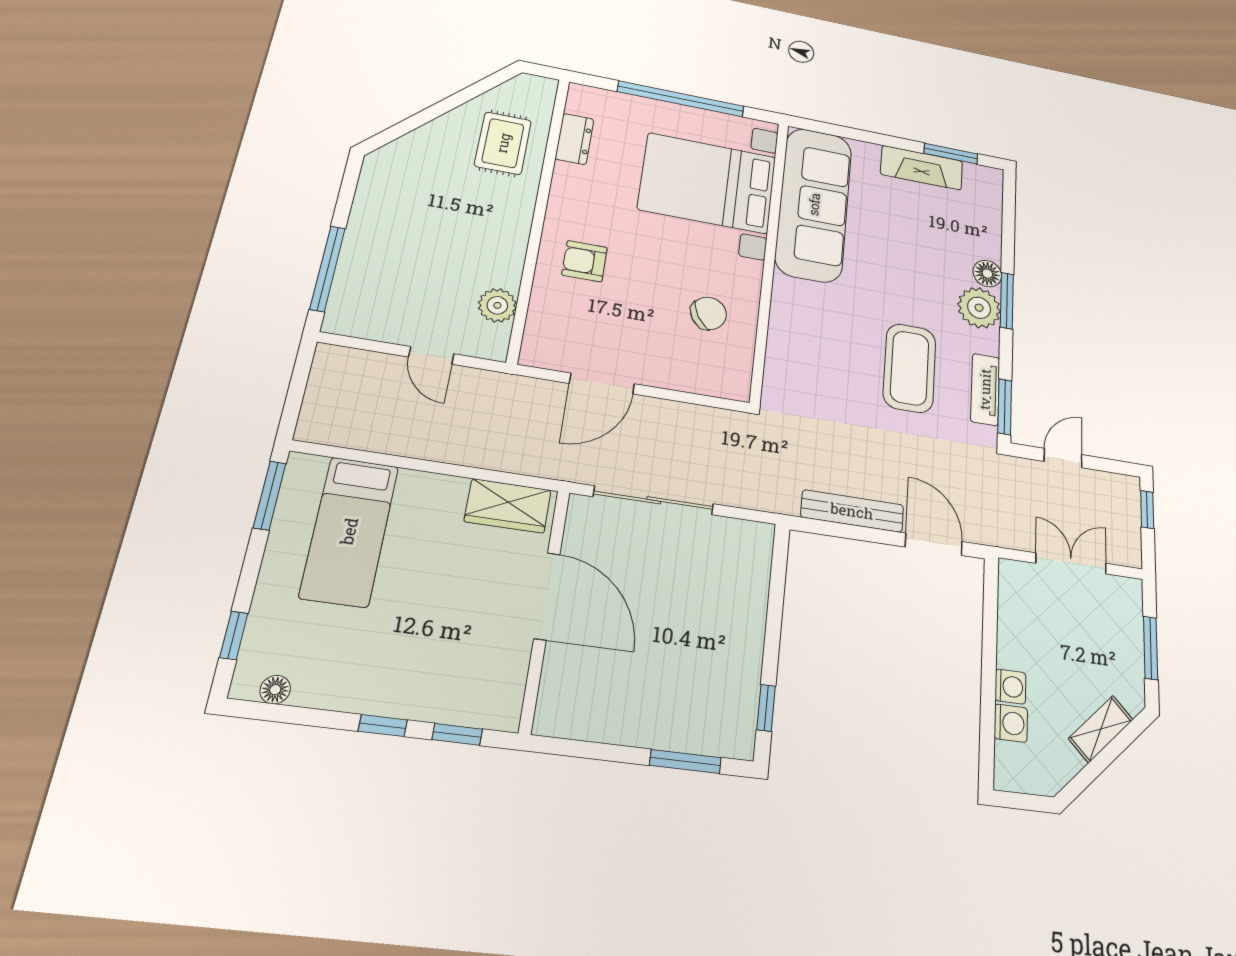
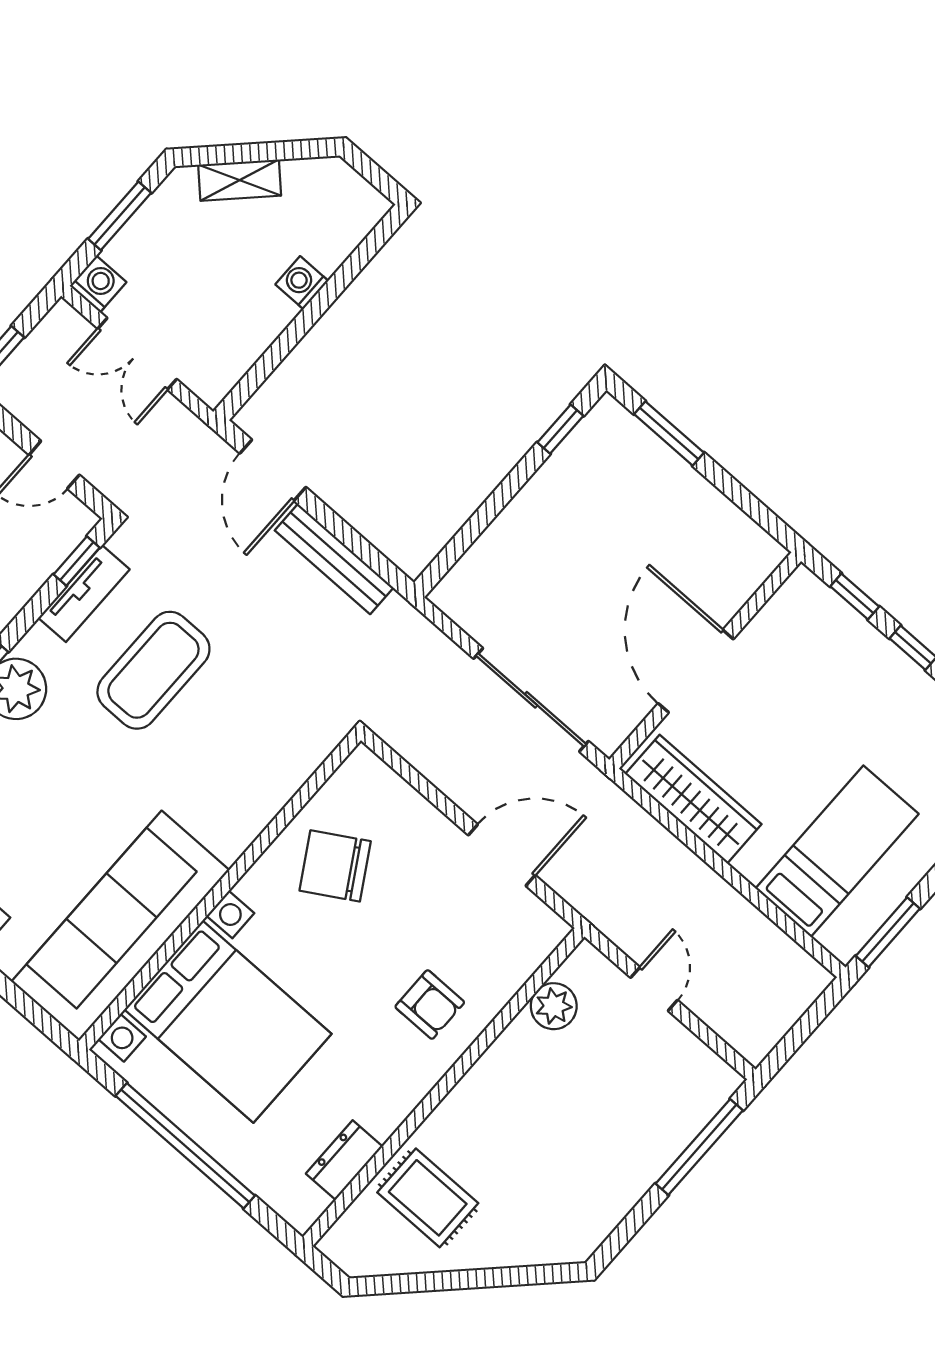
rug: (503, 143) -> (428, 1198), turned 90
chair: (709, 313) -> (335, 866), width x1.37, depth x1.37
window: (1005, 407) -> (77, 561), width x0.67
wardrobe: (508, 506) -> (693, 799), width x1.50
washing machine: (1011, 723) -> (98, 284), moved, turned 90

